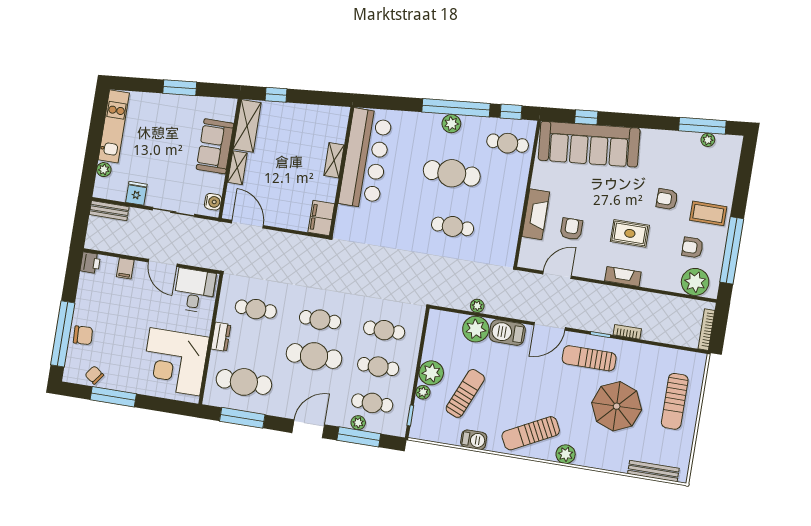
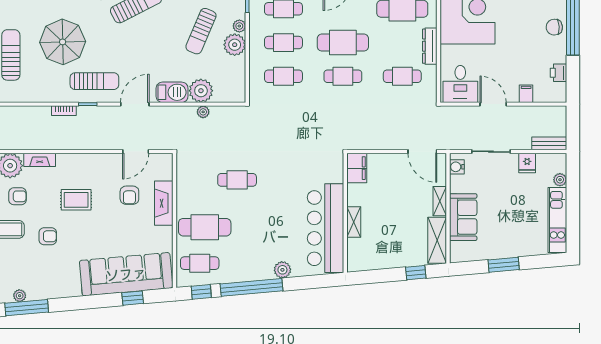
plant: (451, 124) -> (282, 270), moved
cafe table: (452, 173) -> (205, 227), moved
printer: (90, 263) -> (558, 73), moved
fireplace: (623, 276) -> (40, 160), moved
dresser: (221, 337) -> (430, 46), width x1.44

